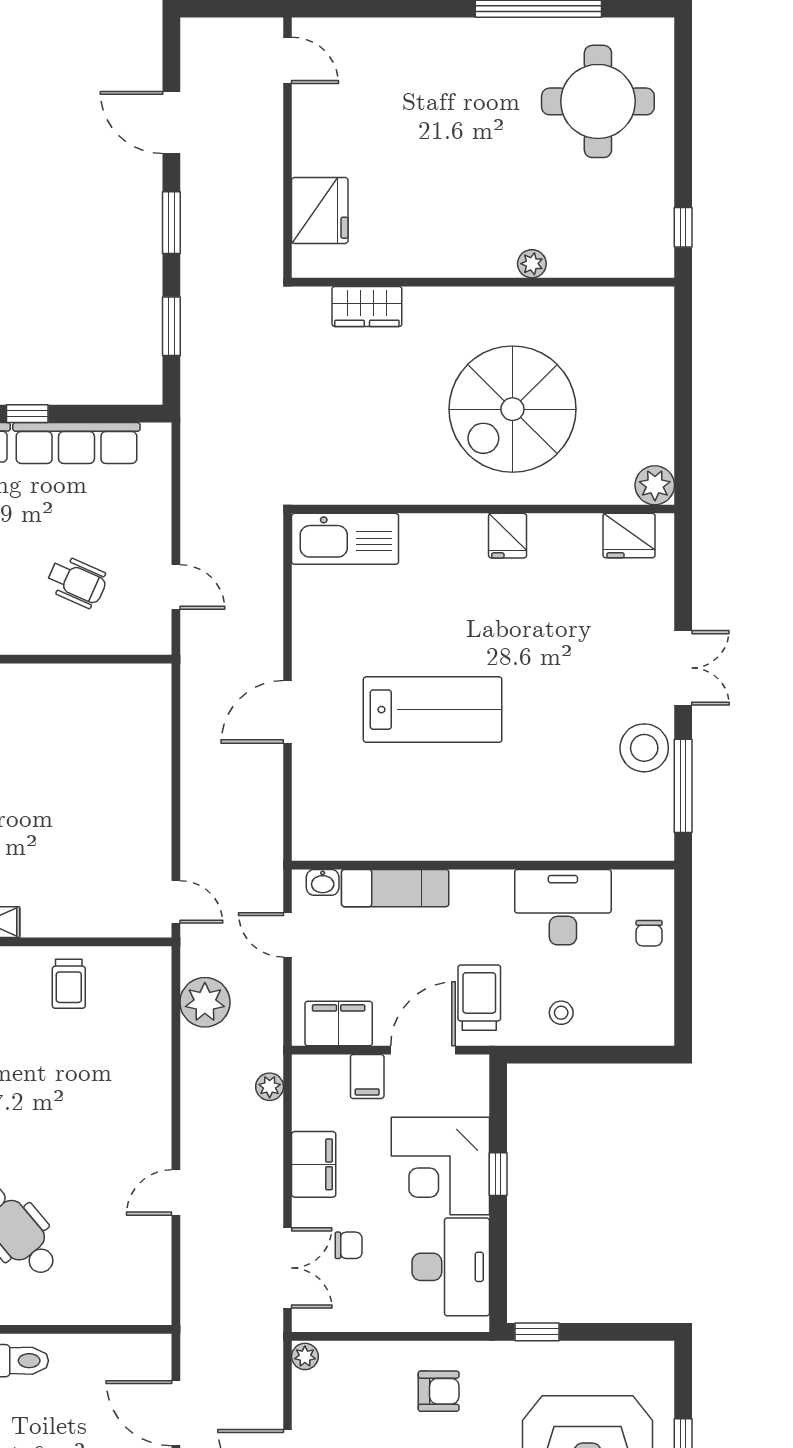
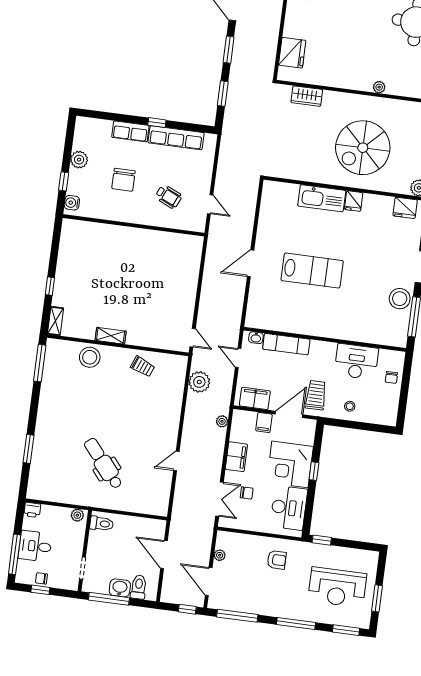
kitchen sink: (345, 539) -> (322, 198), moved
trolley: (69, 984) -> (143, 366), turned -68
plant: (305, 1356) -> (220, 555), moved

